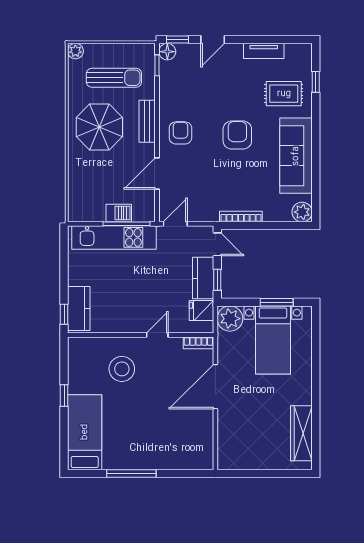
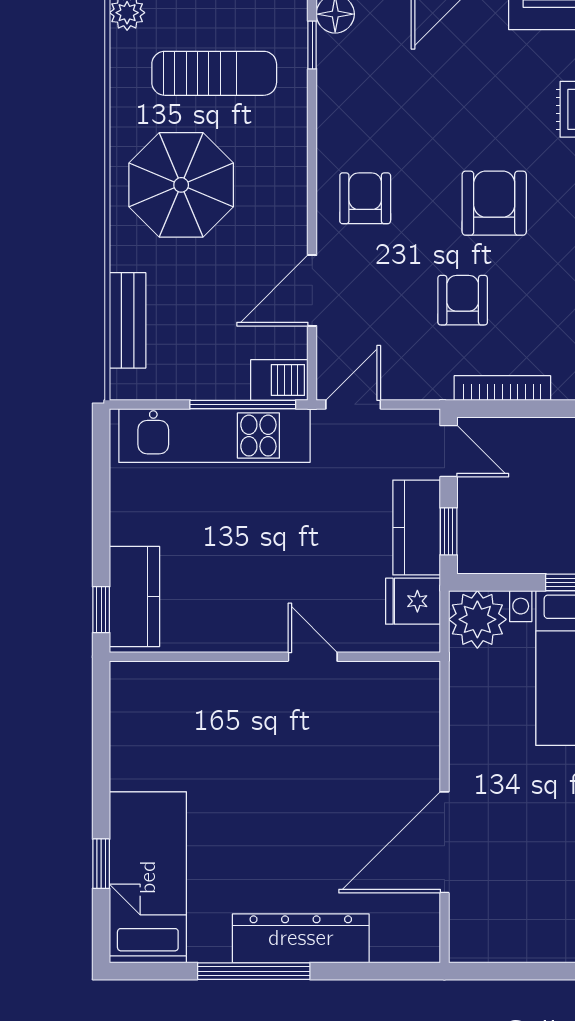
bench: (147, 121) -> (128, 320), moved
armchair: (223, 178) -> (463, 300), added
barbecue: (119, 213) -> (279, 380), moved
door: (157, 335) -> (313, 657), hinge flipped
bookcase: (198, 343) -> (406, 675), removed
stool: (122, 369) -> (232, 734), removed
door: (215, 387) -> (444, 842), moved
window: (64, 396) -> (101, 864), moved
dresser: (152, 459) -> (301, 938), added

